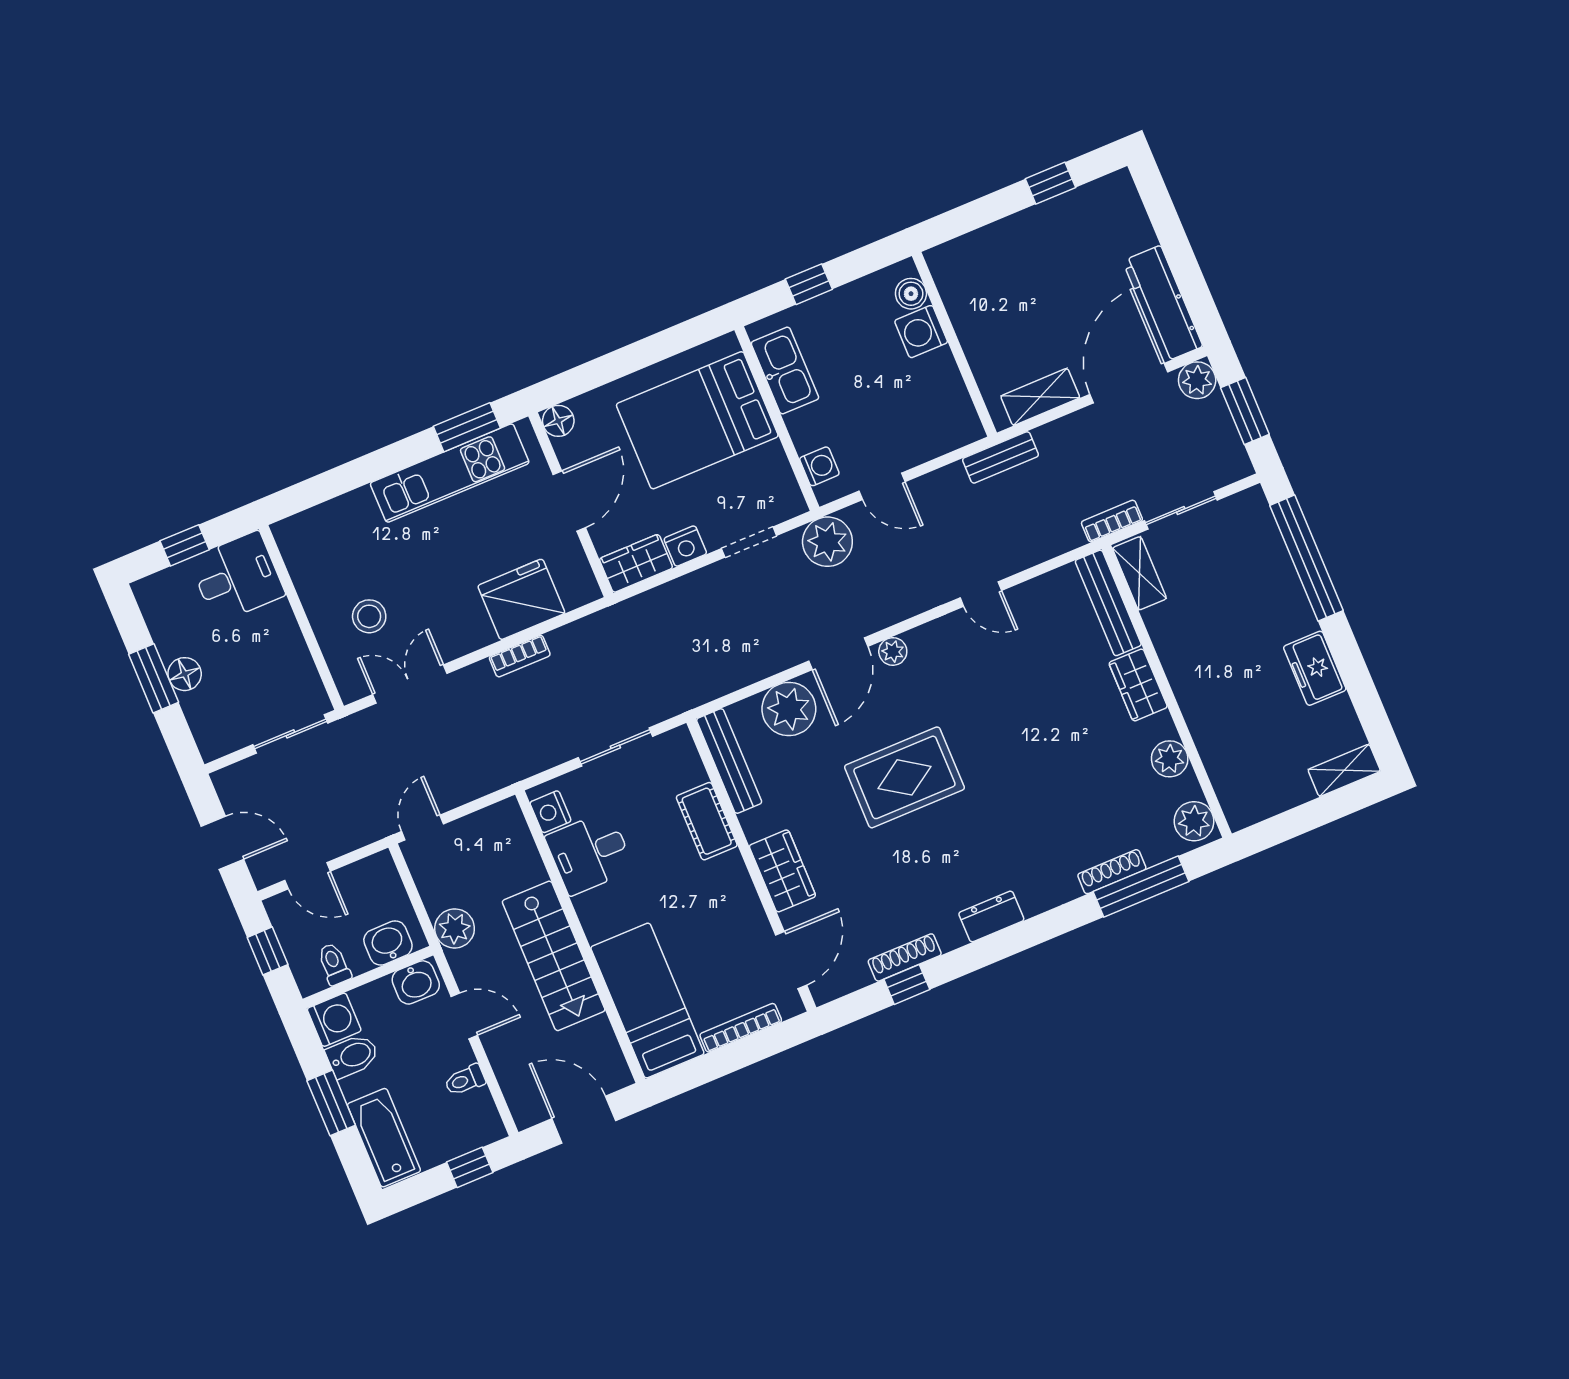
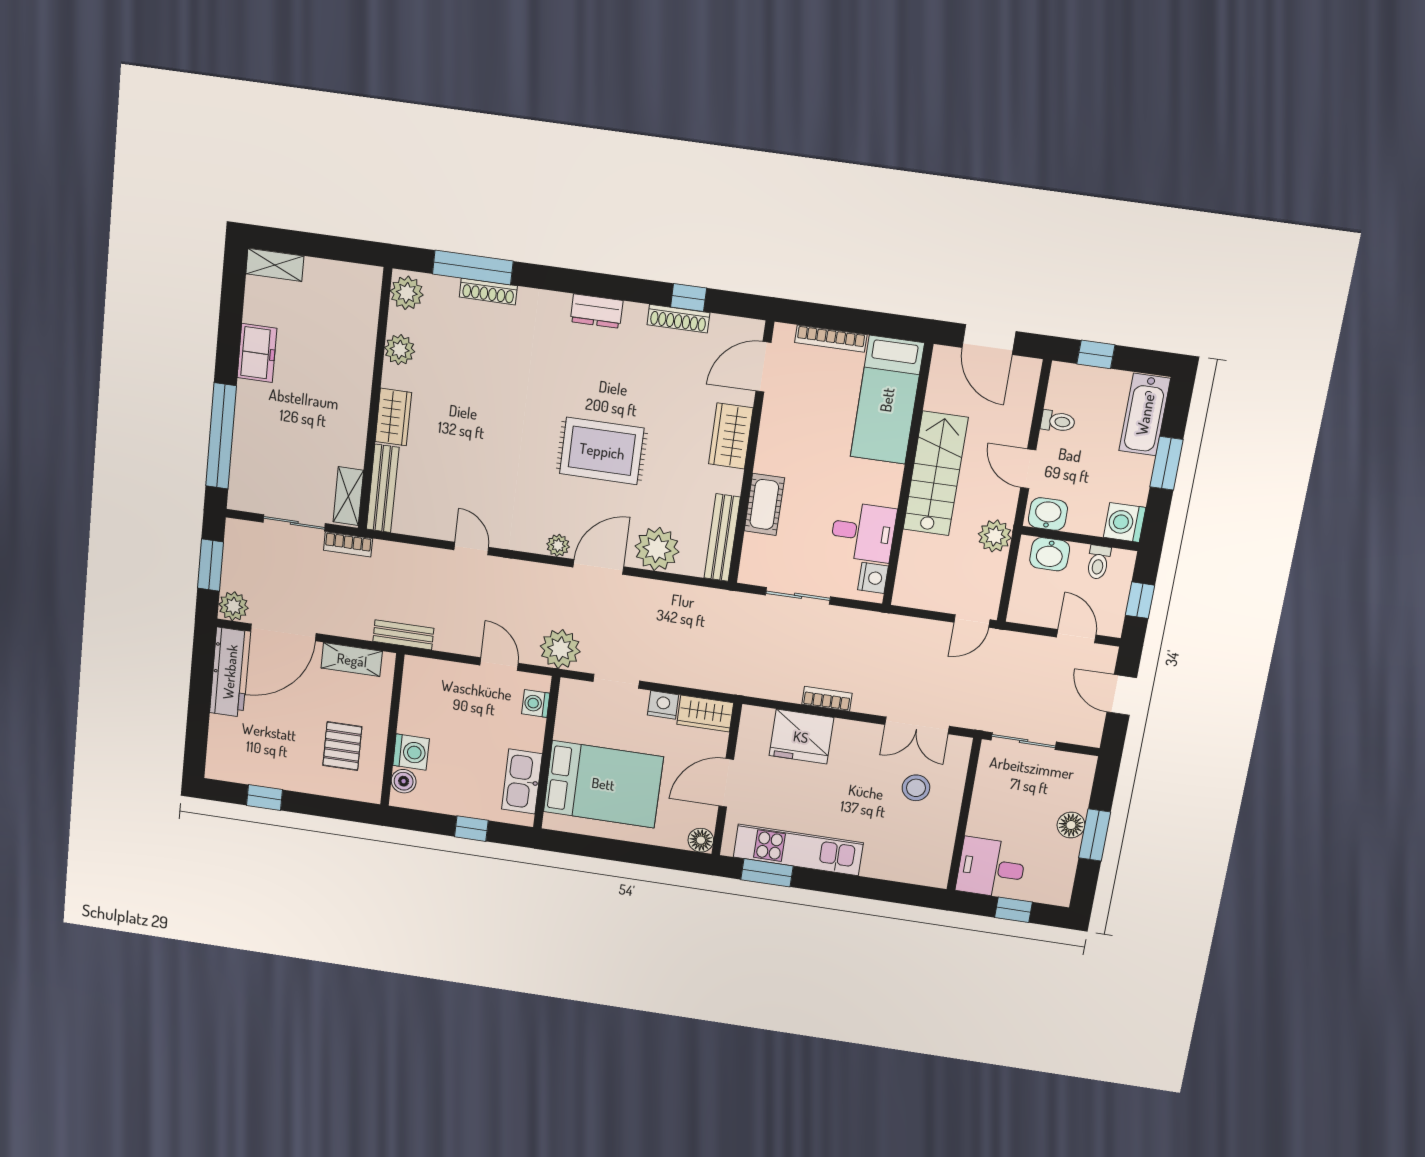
pallet: (998, 294) -> (342, 746), added
bidet: (352, 1056) -> (1128, 488), removed

